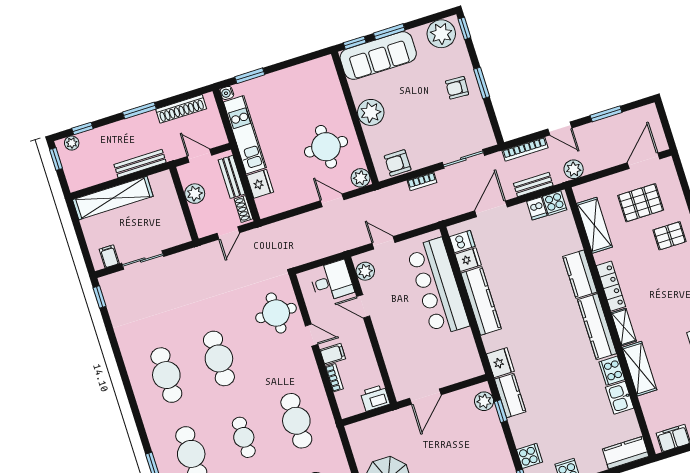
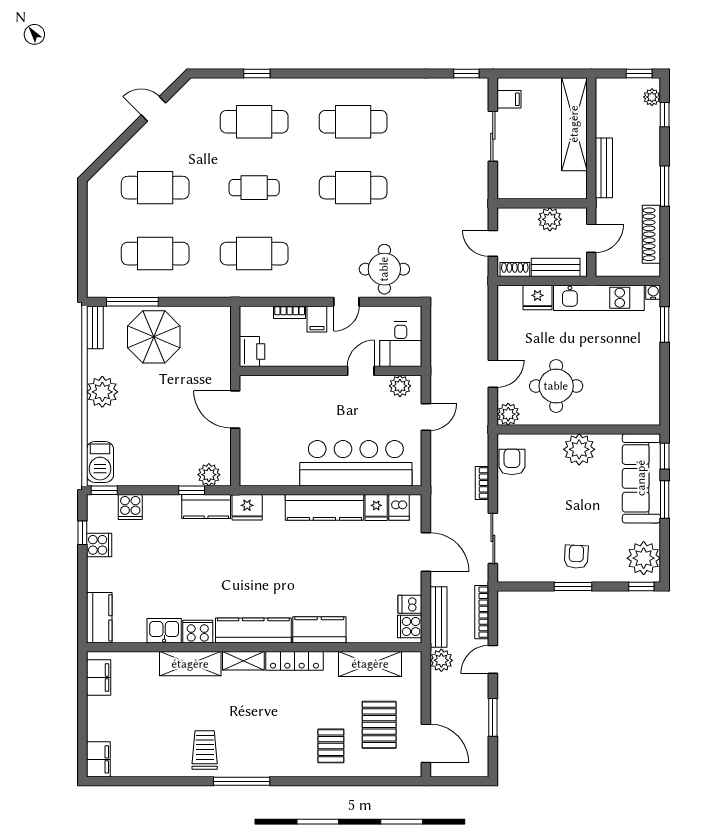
bench: (533, 184) -> (439, 617), width x1.36

